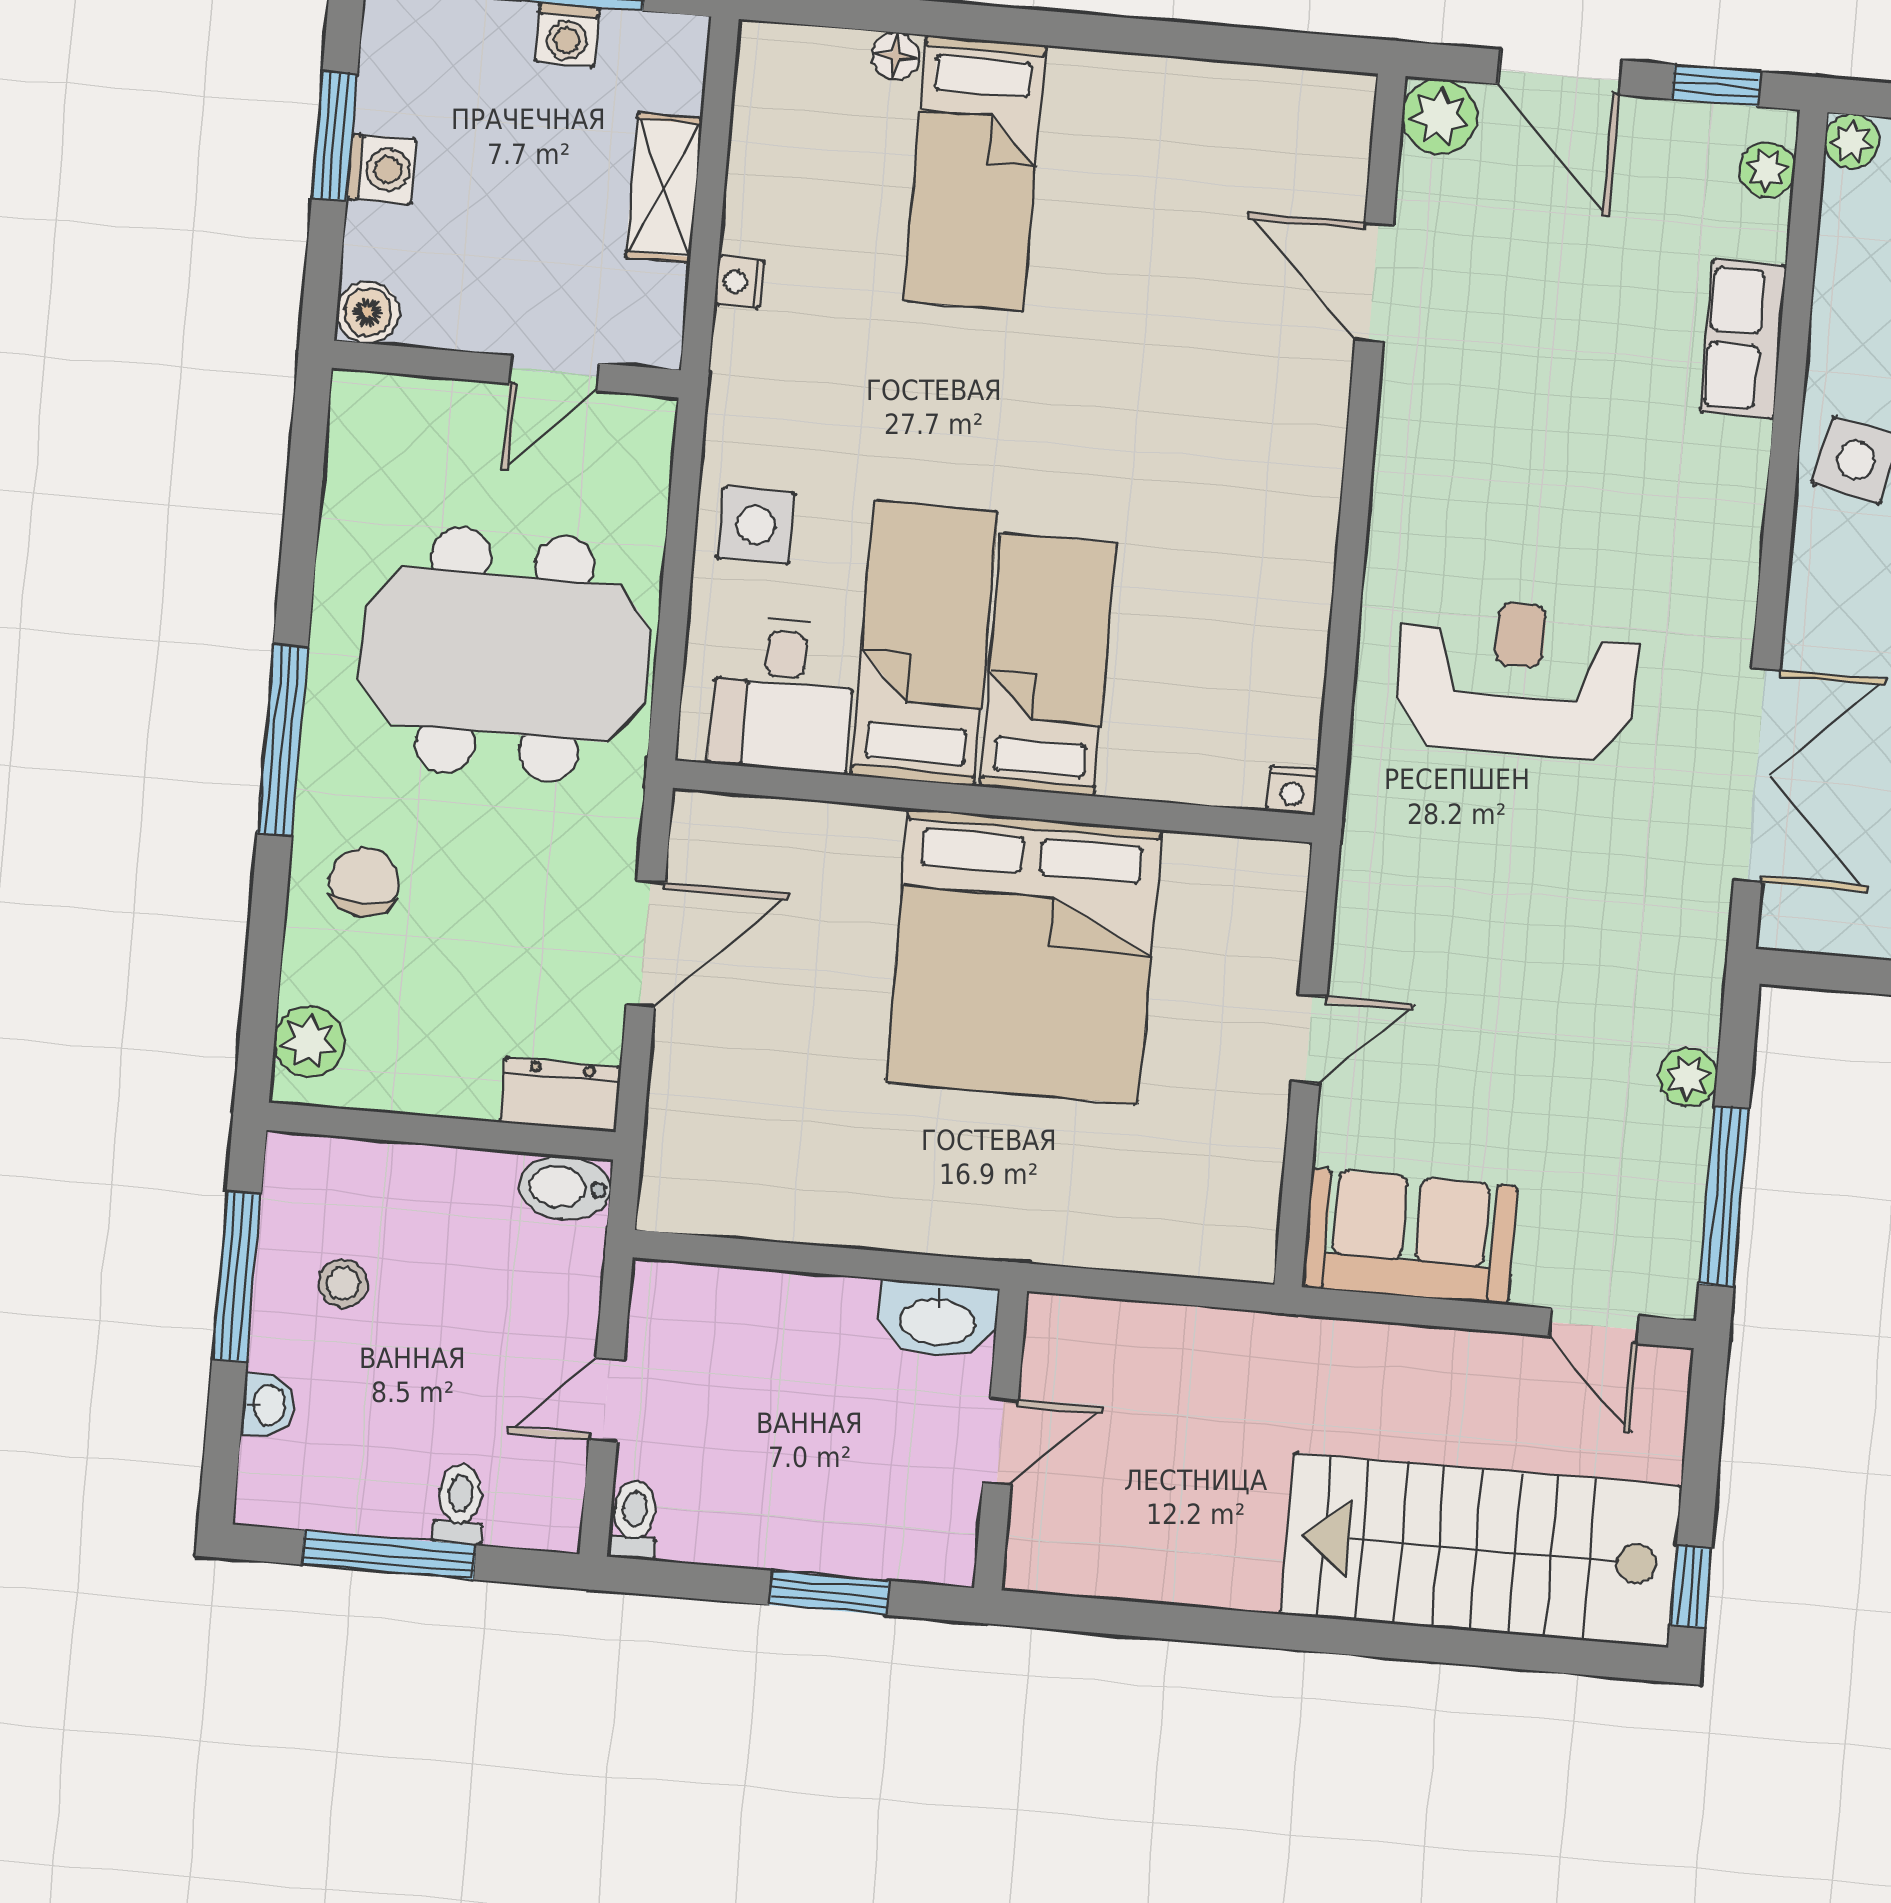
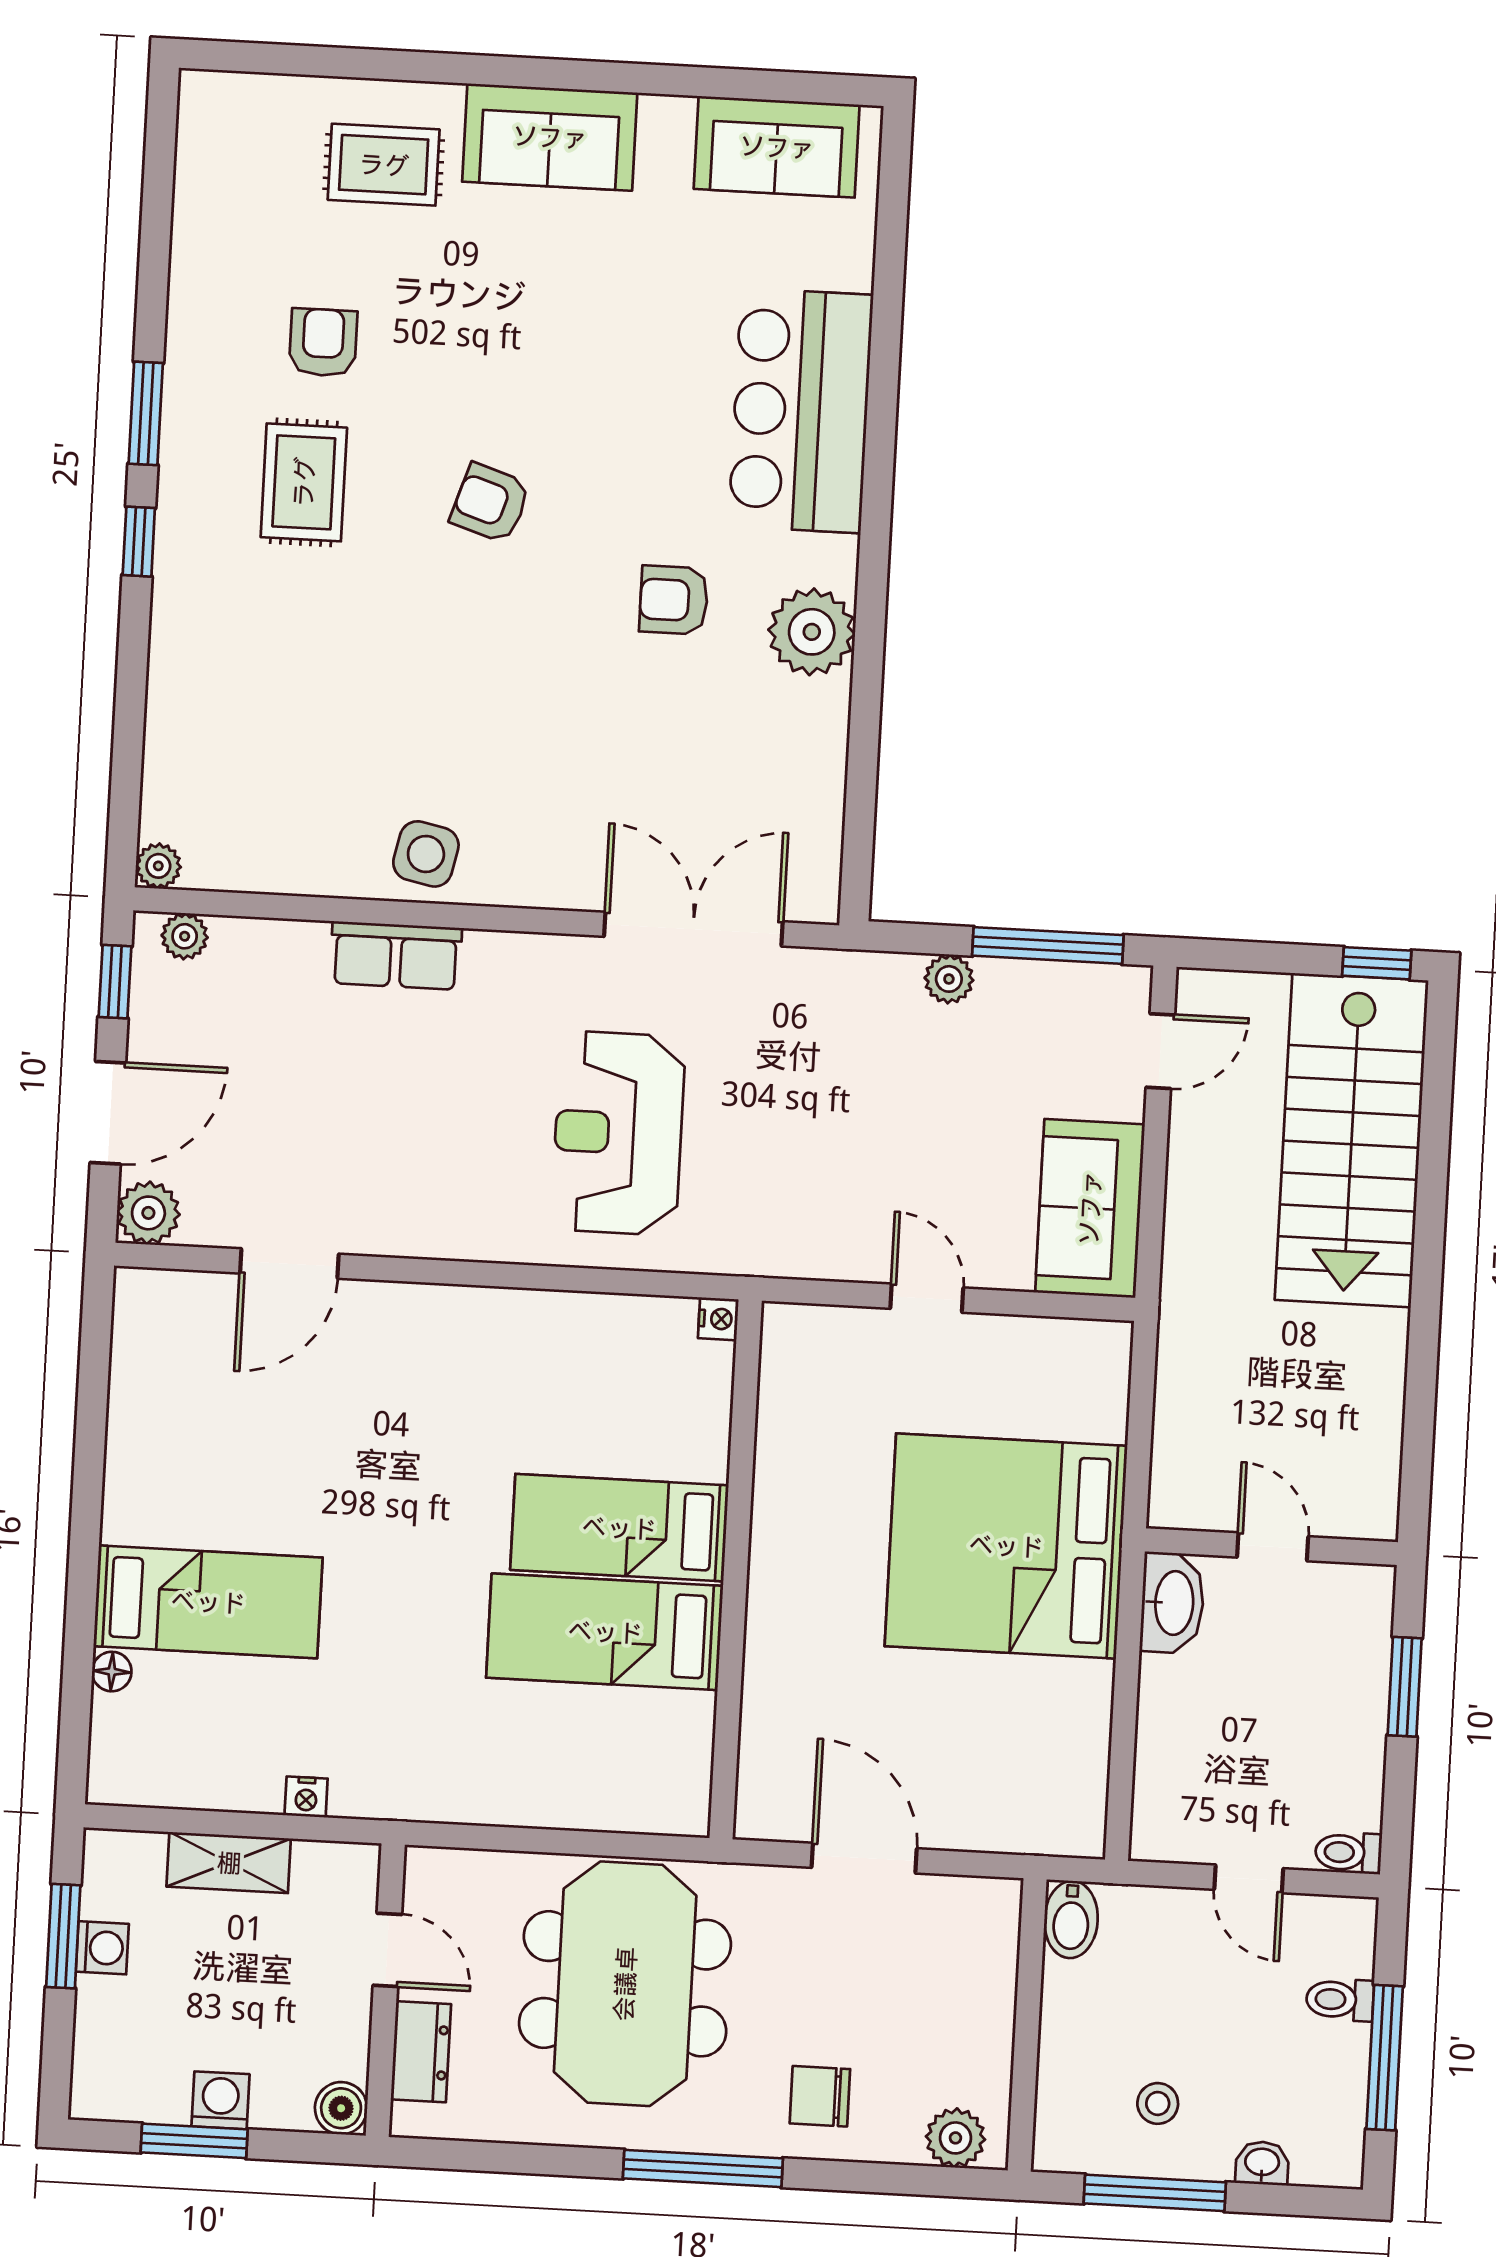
row of seats: (1743, 339) -> (396, 956), moved
side table: (756, 525) -> (510, 1776), removed
desk: (783, 695) -> (652, 1749), removed
bed: (1023, 956) -> (1006, 1546), moved, turned 180
dresser: (560, 1095) -> (421, 2052), moved, turned 180

